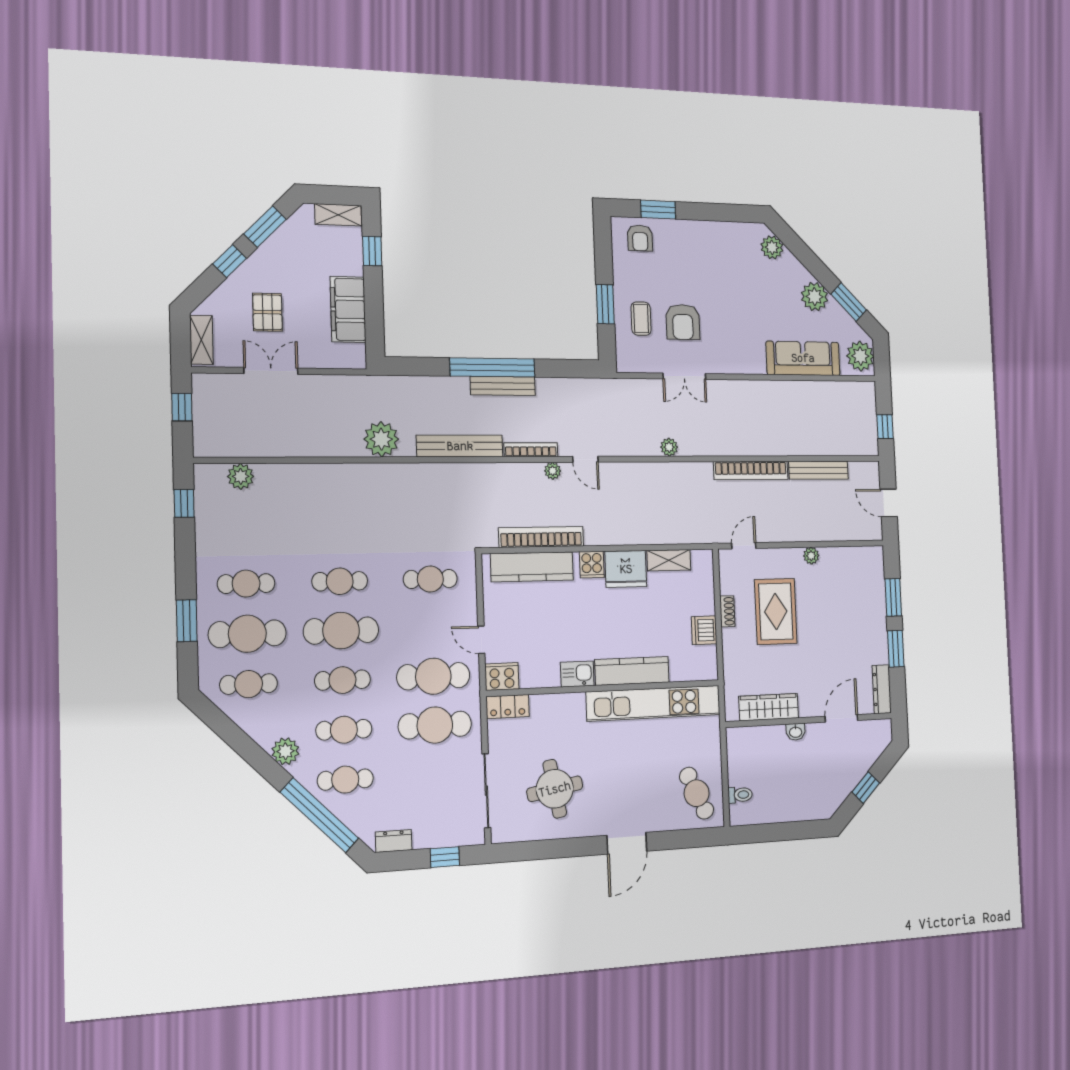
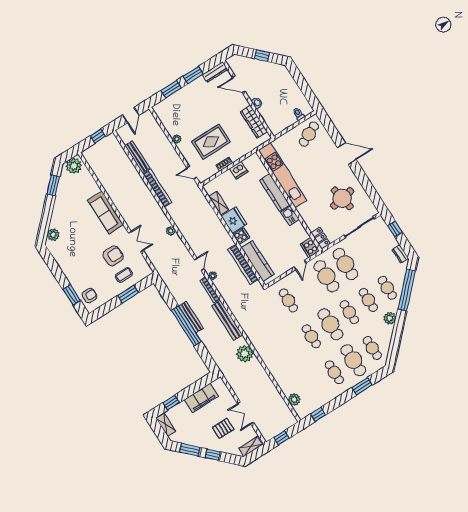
plant: (815, 297) -> (62, 203), removed
sofa: (803, 358) -> (106, 213), moved

